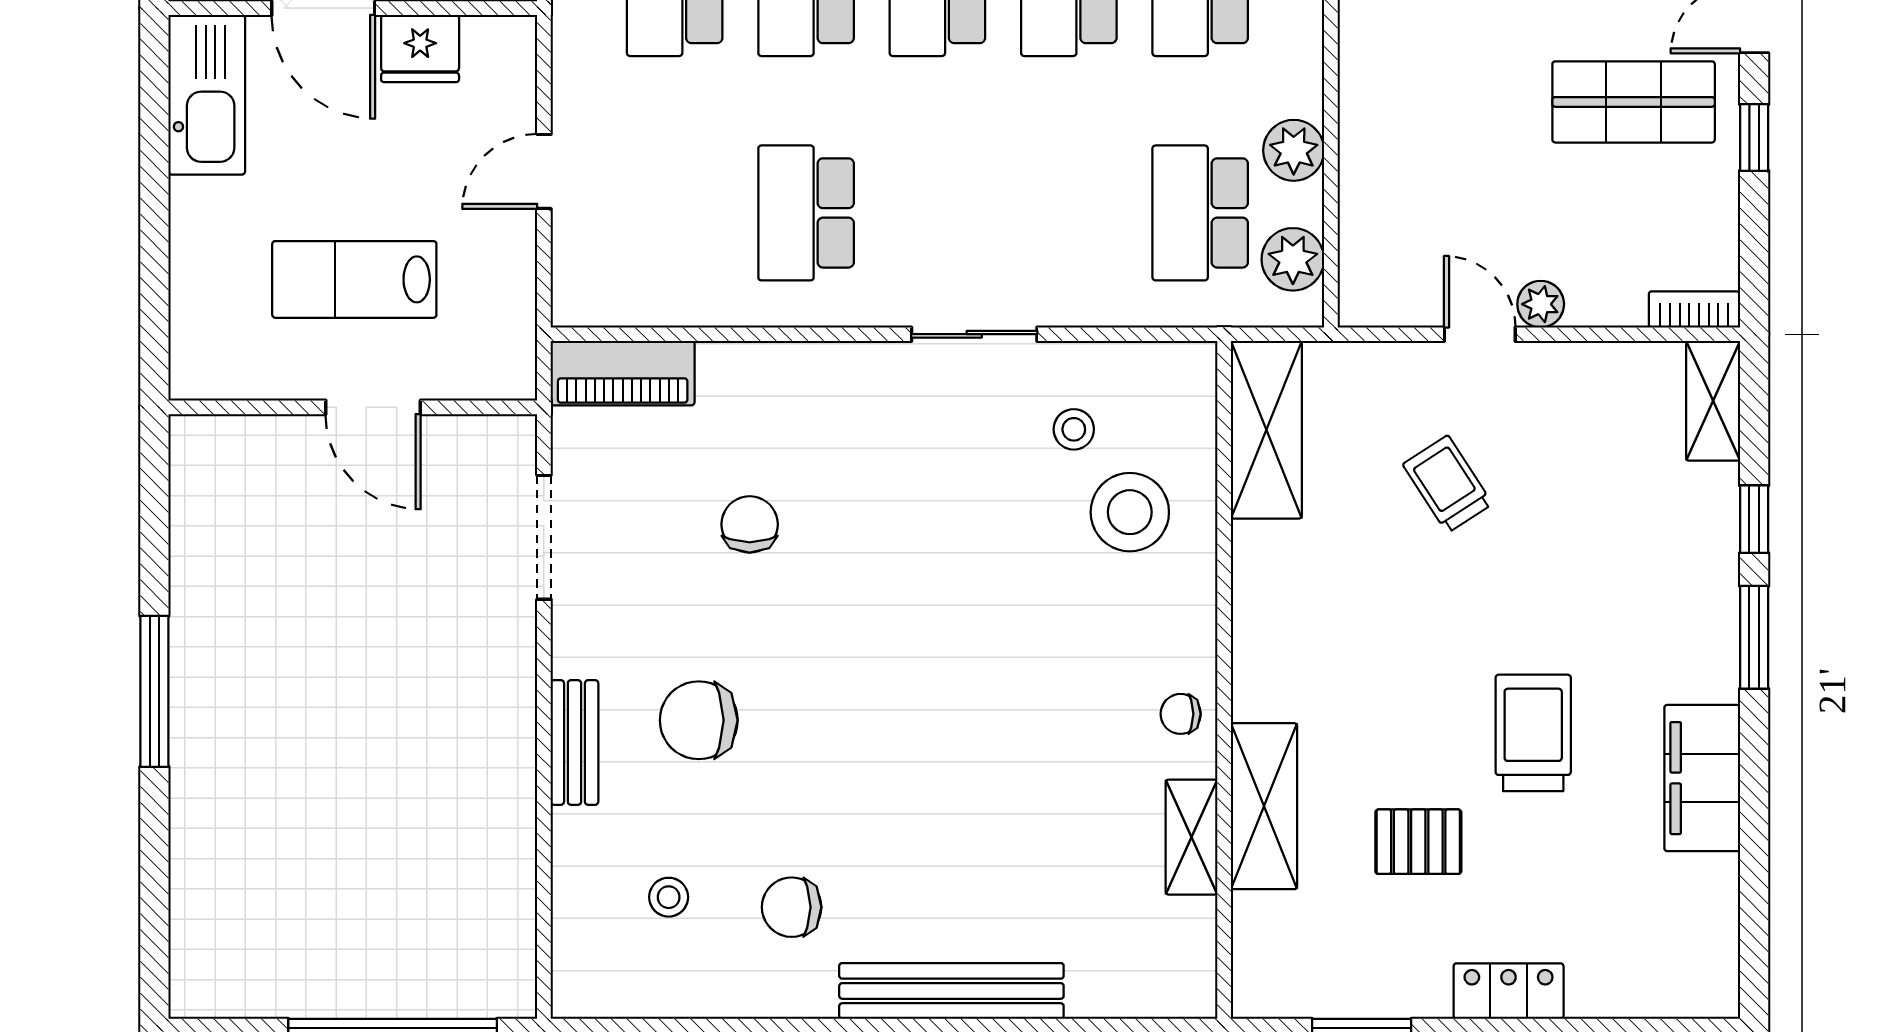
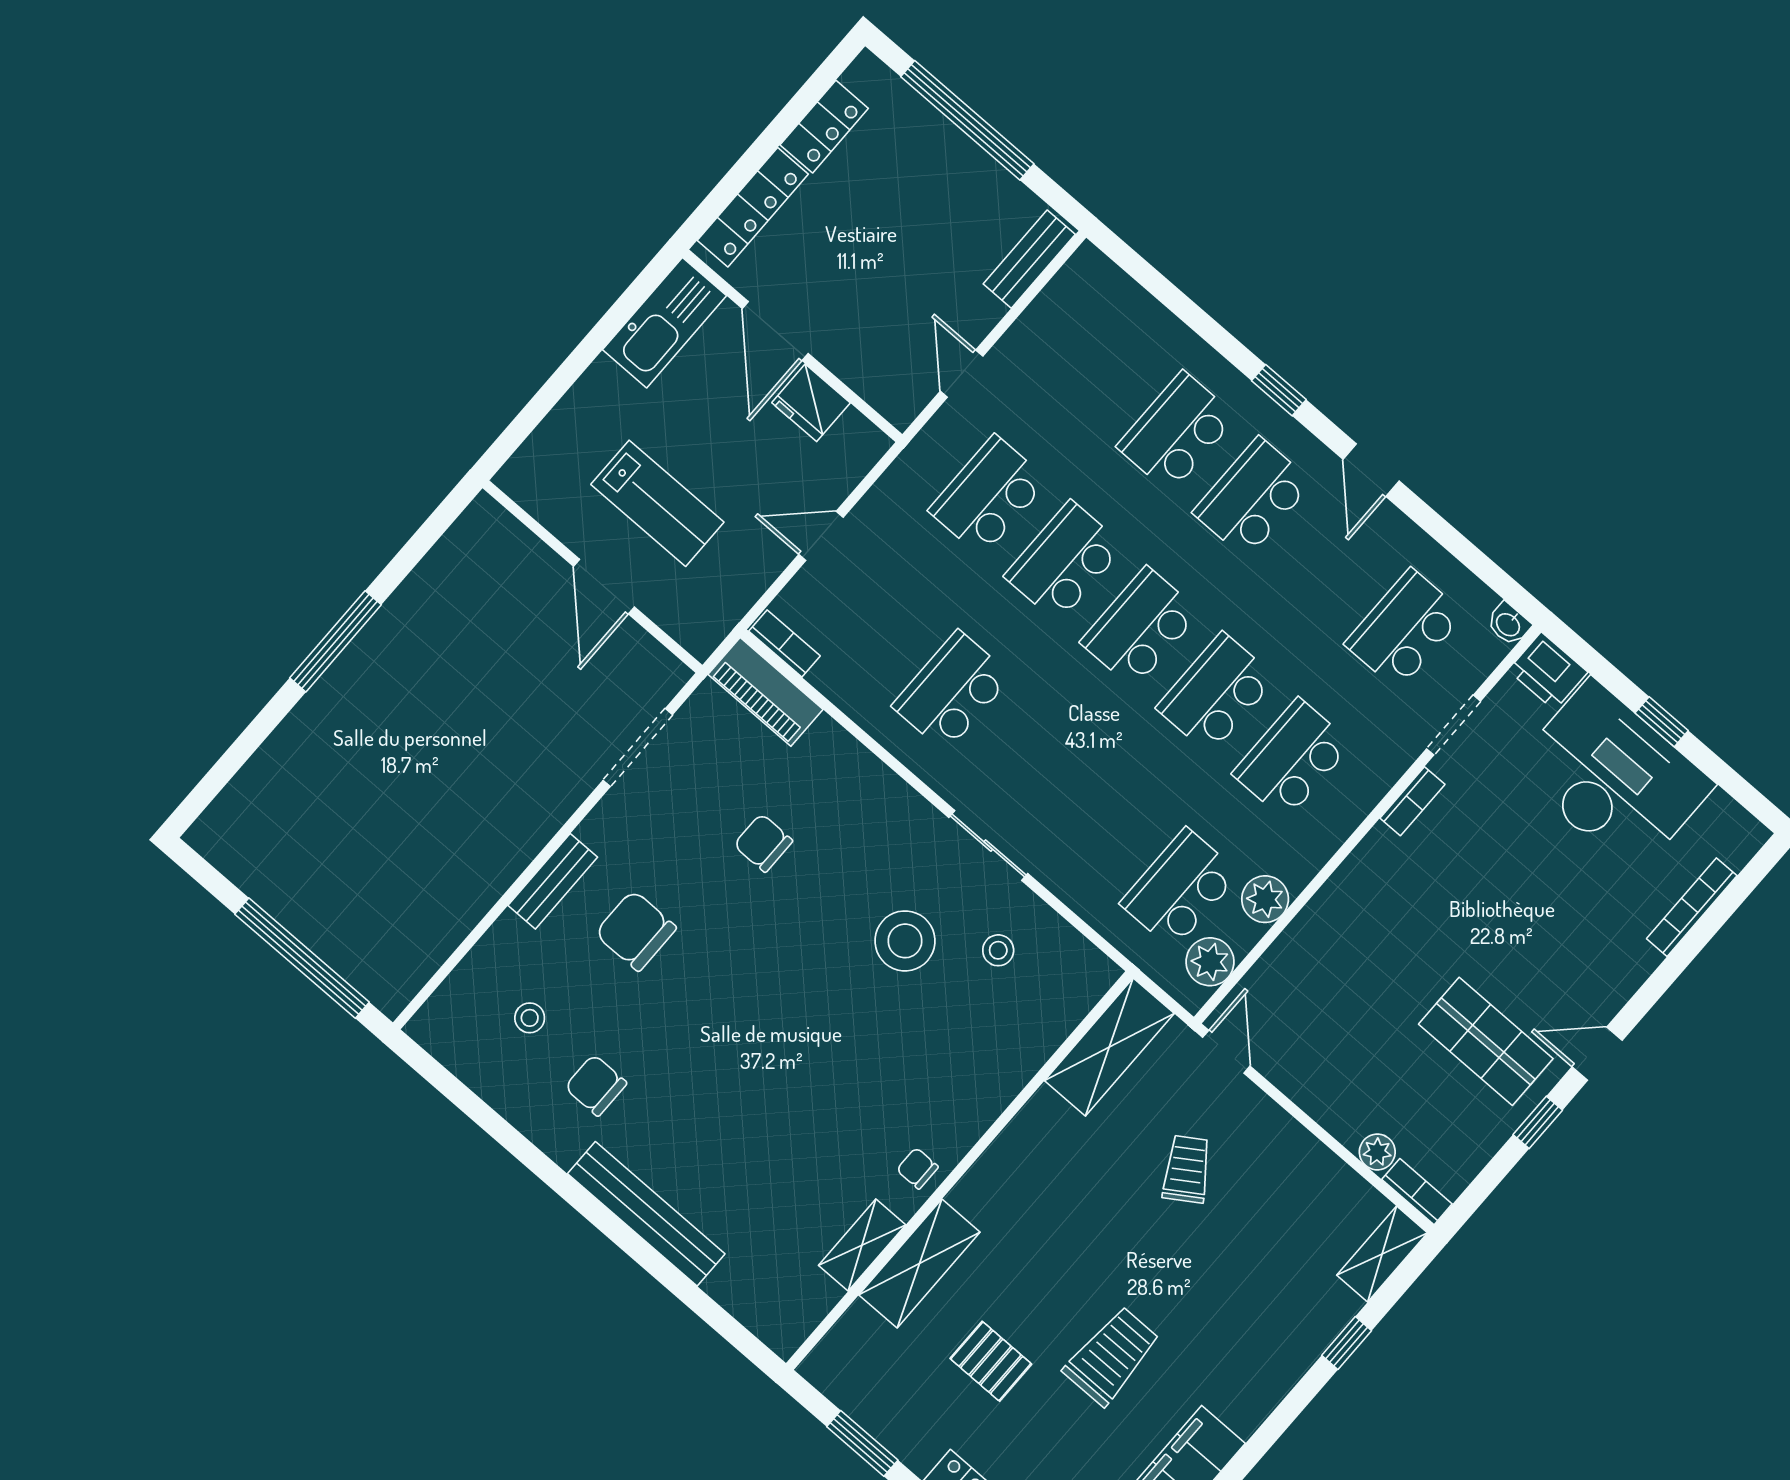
lab bench: (354, 279) -> (657, 503), turned 180
plant: (1541, 304) -> (1377, 1152), moved
bookcase: (600, 309) -> (784, 644), added
door: (1480, 334) -> (1226, 1052), moved
stool: (1130, 512) -> (905, 941), moved
chair: (750, 524) -> (763, 843), turned -90
window: (1754, 637) -> (1287, 1411), removed

